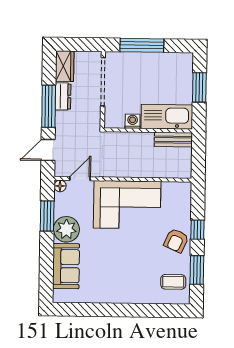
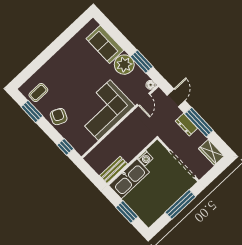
dresser: (63, 96) -> (186, 125), moved
window: (197, 230) -> (65, 147), moved

